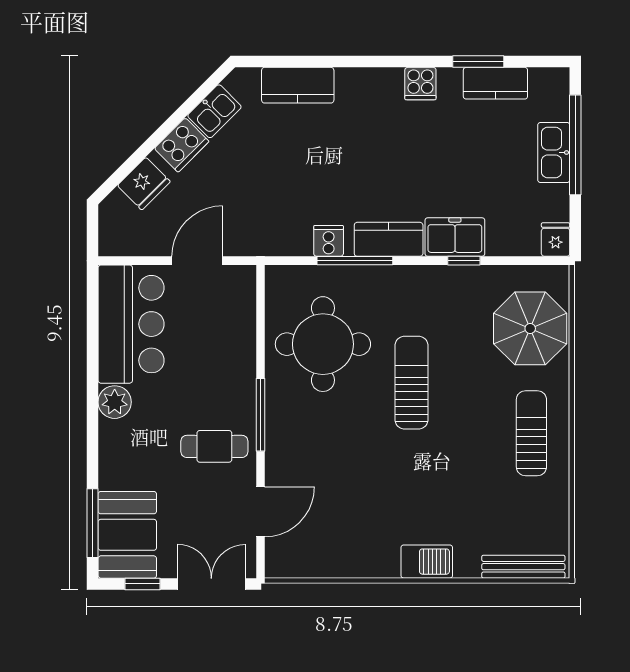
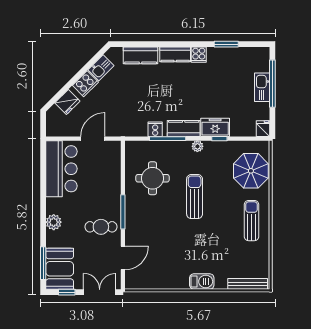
kitchen counter: (495, 83) -> (175, 54), moved
plant: (418, 277) -> (197, 146), added
round table: (323, 344) -> (153, 178), width x0.73, depth x0.73
plant: (115, 402) -> (54, 222), moved

